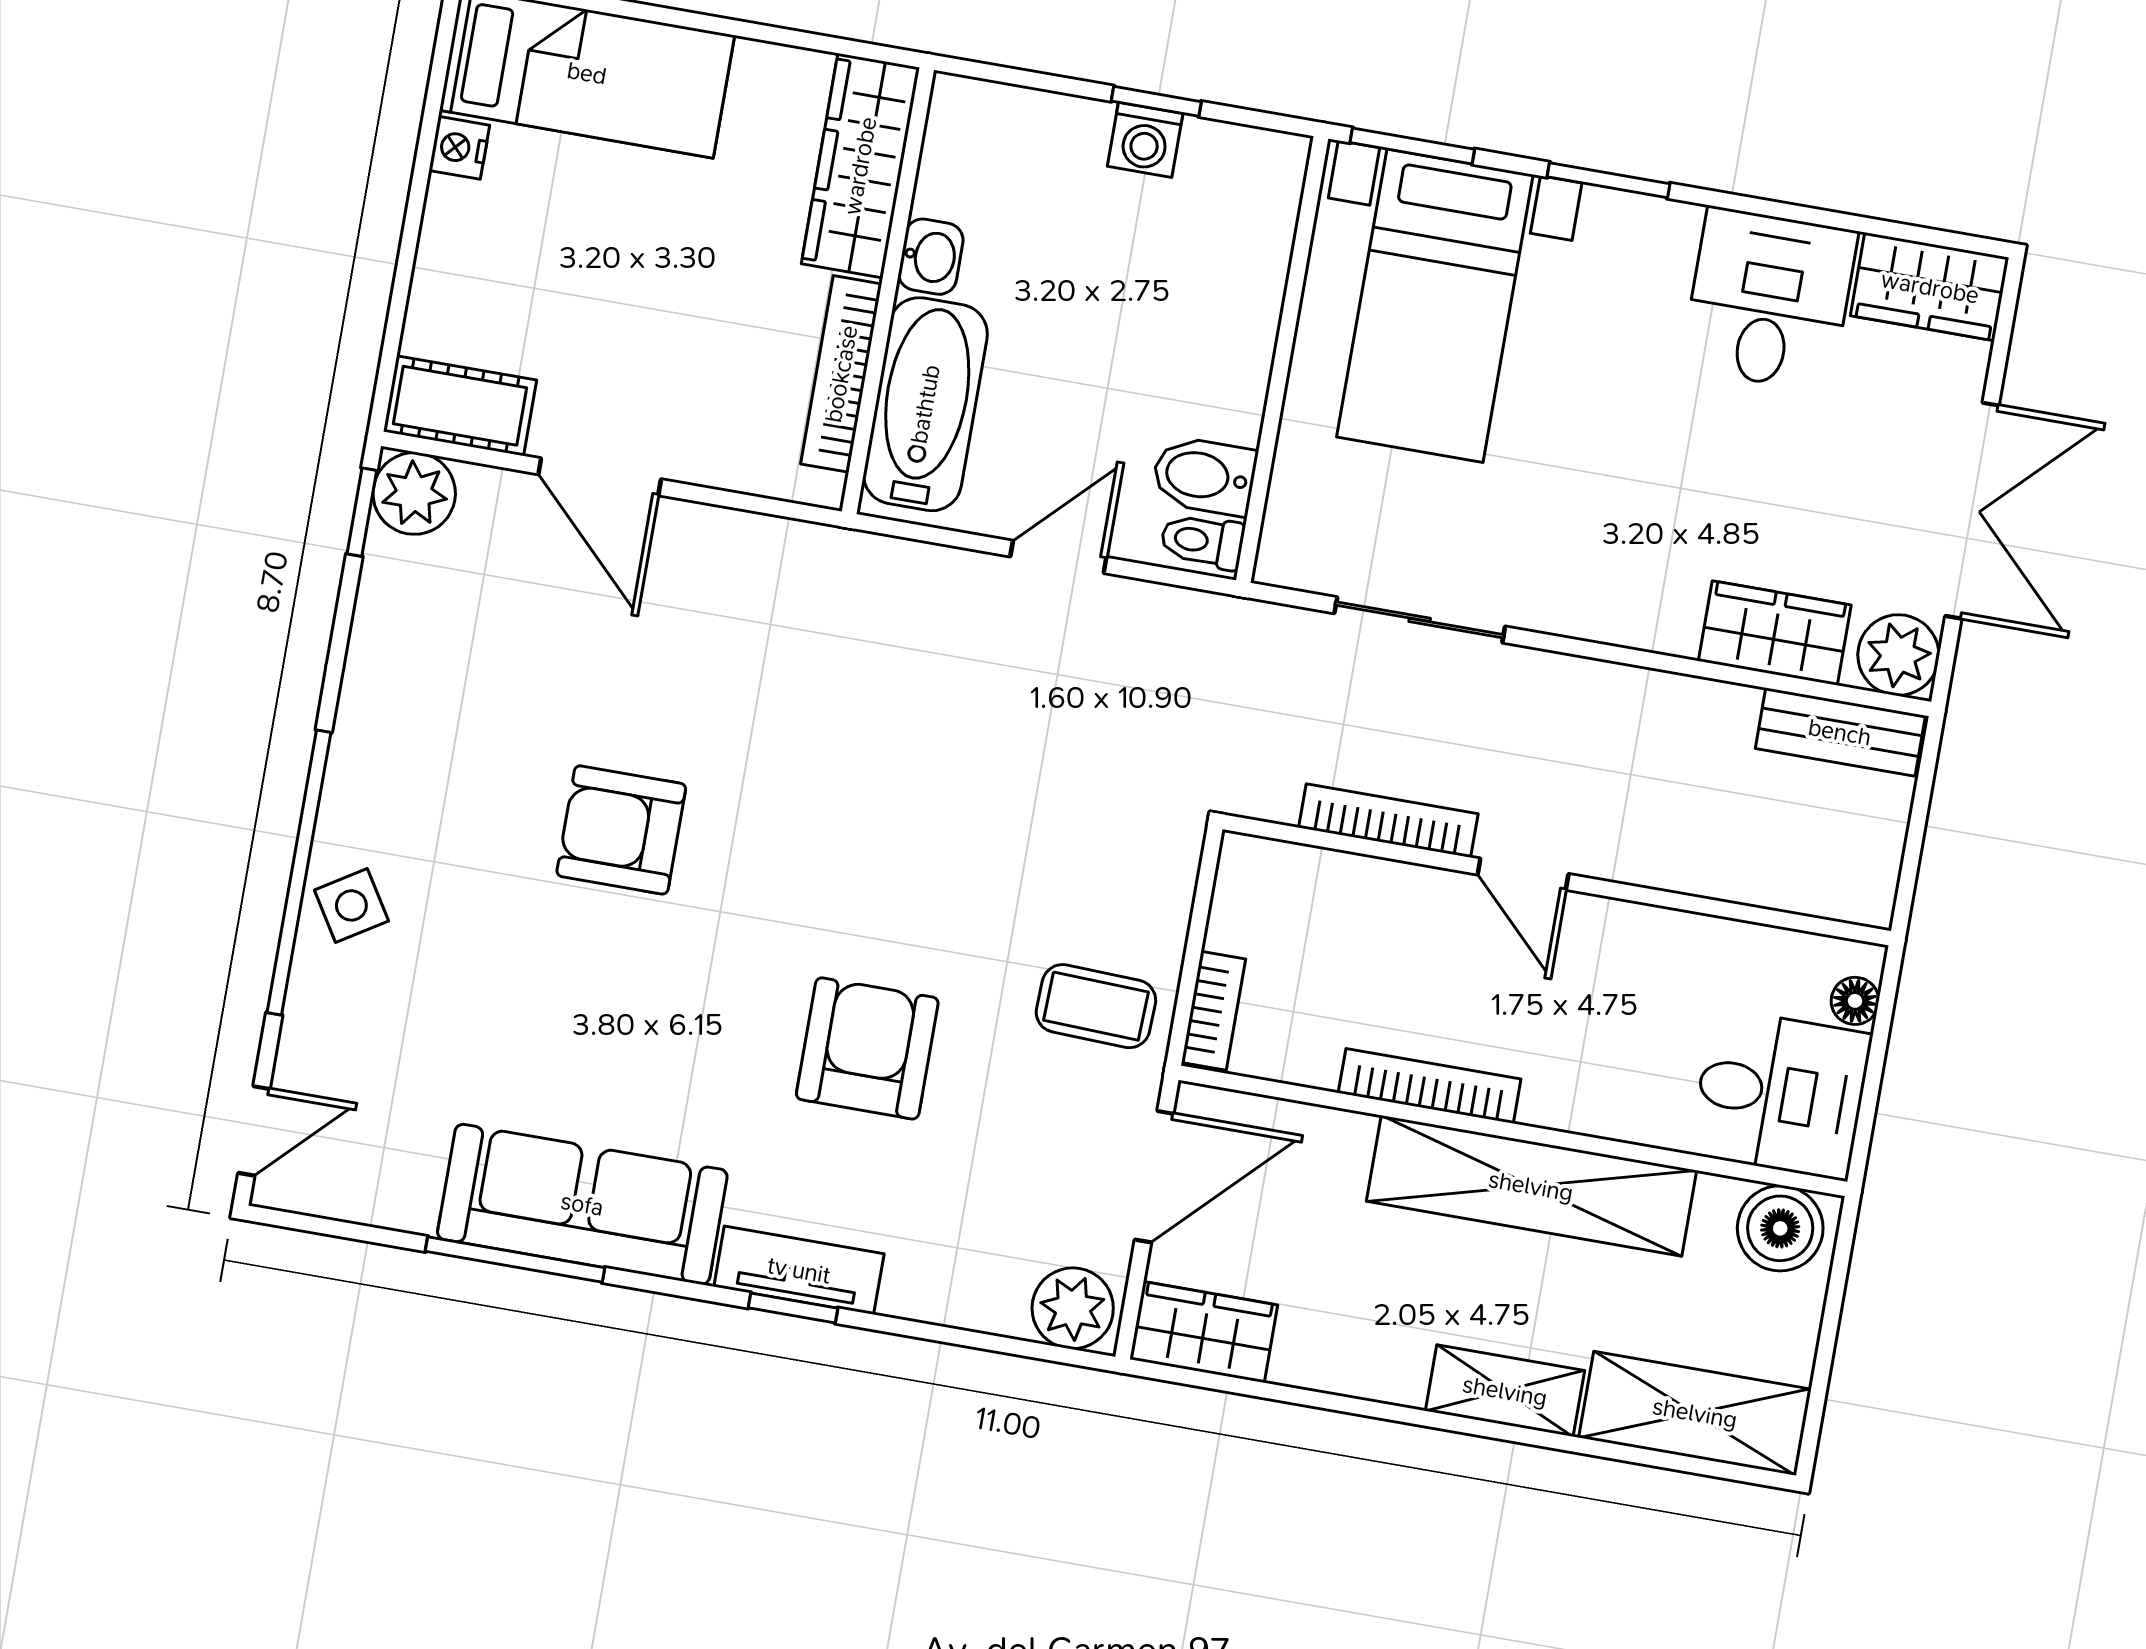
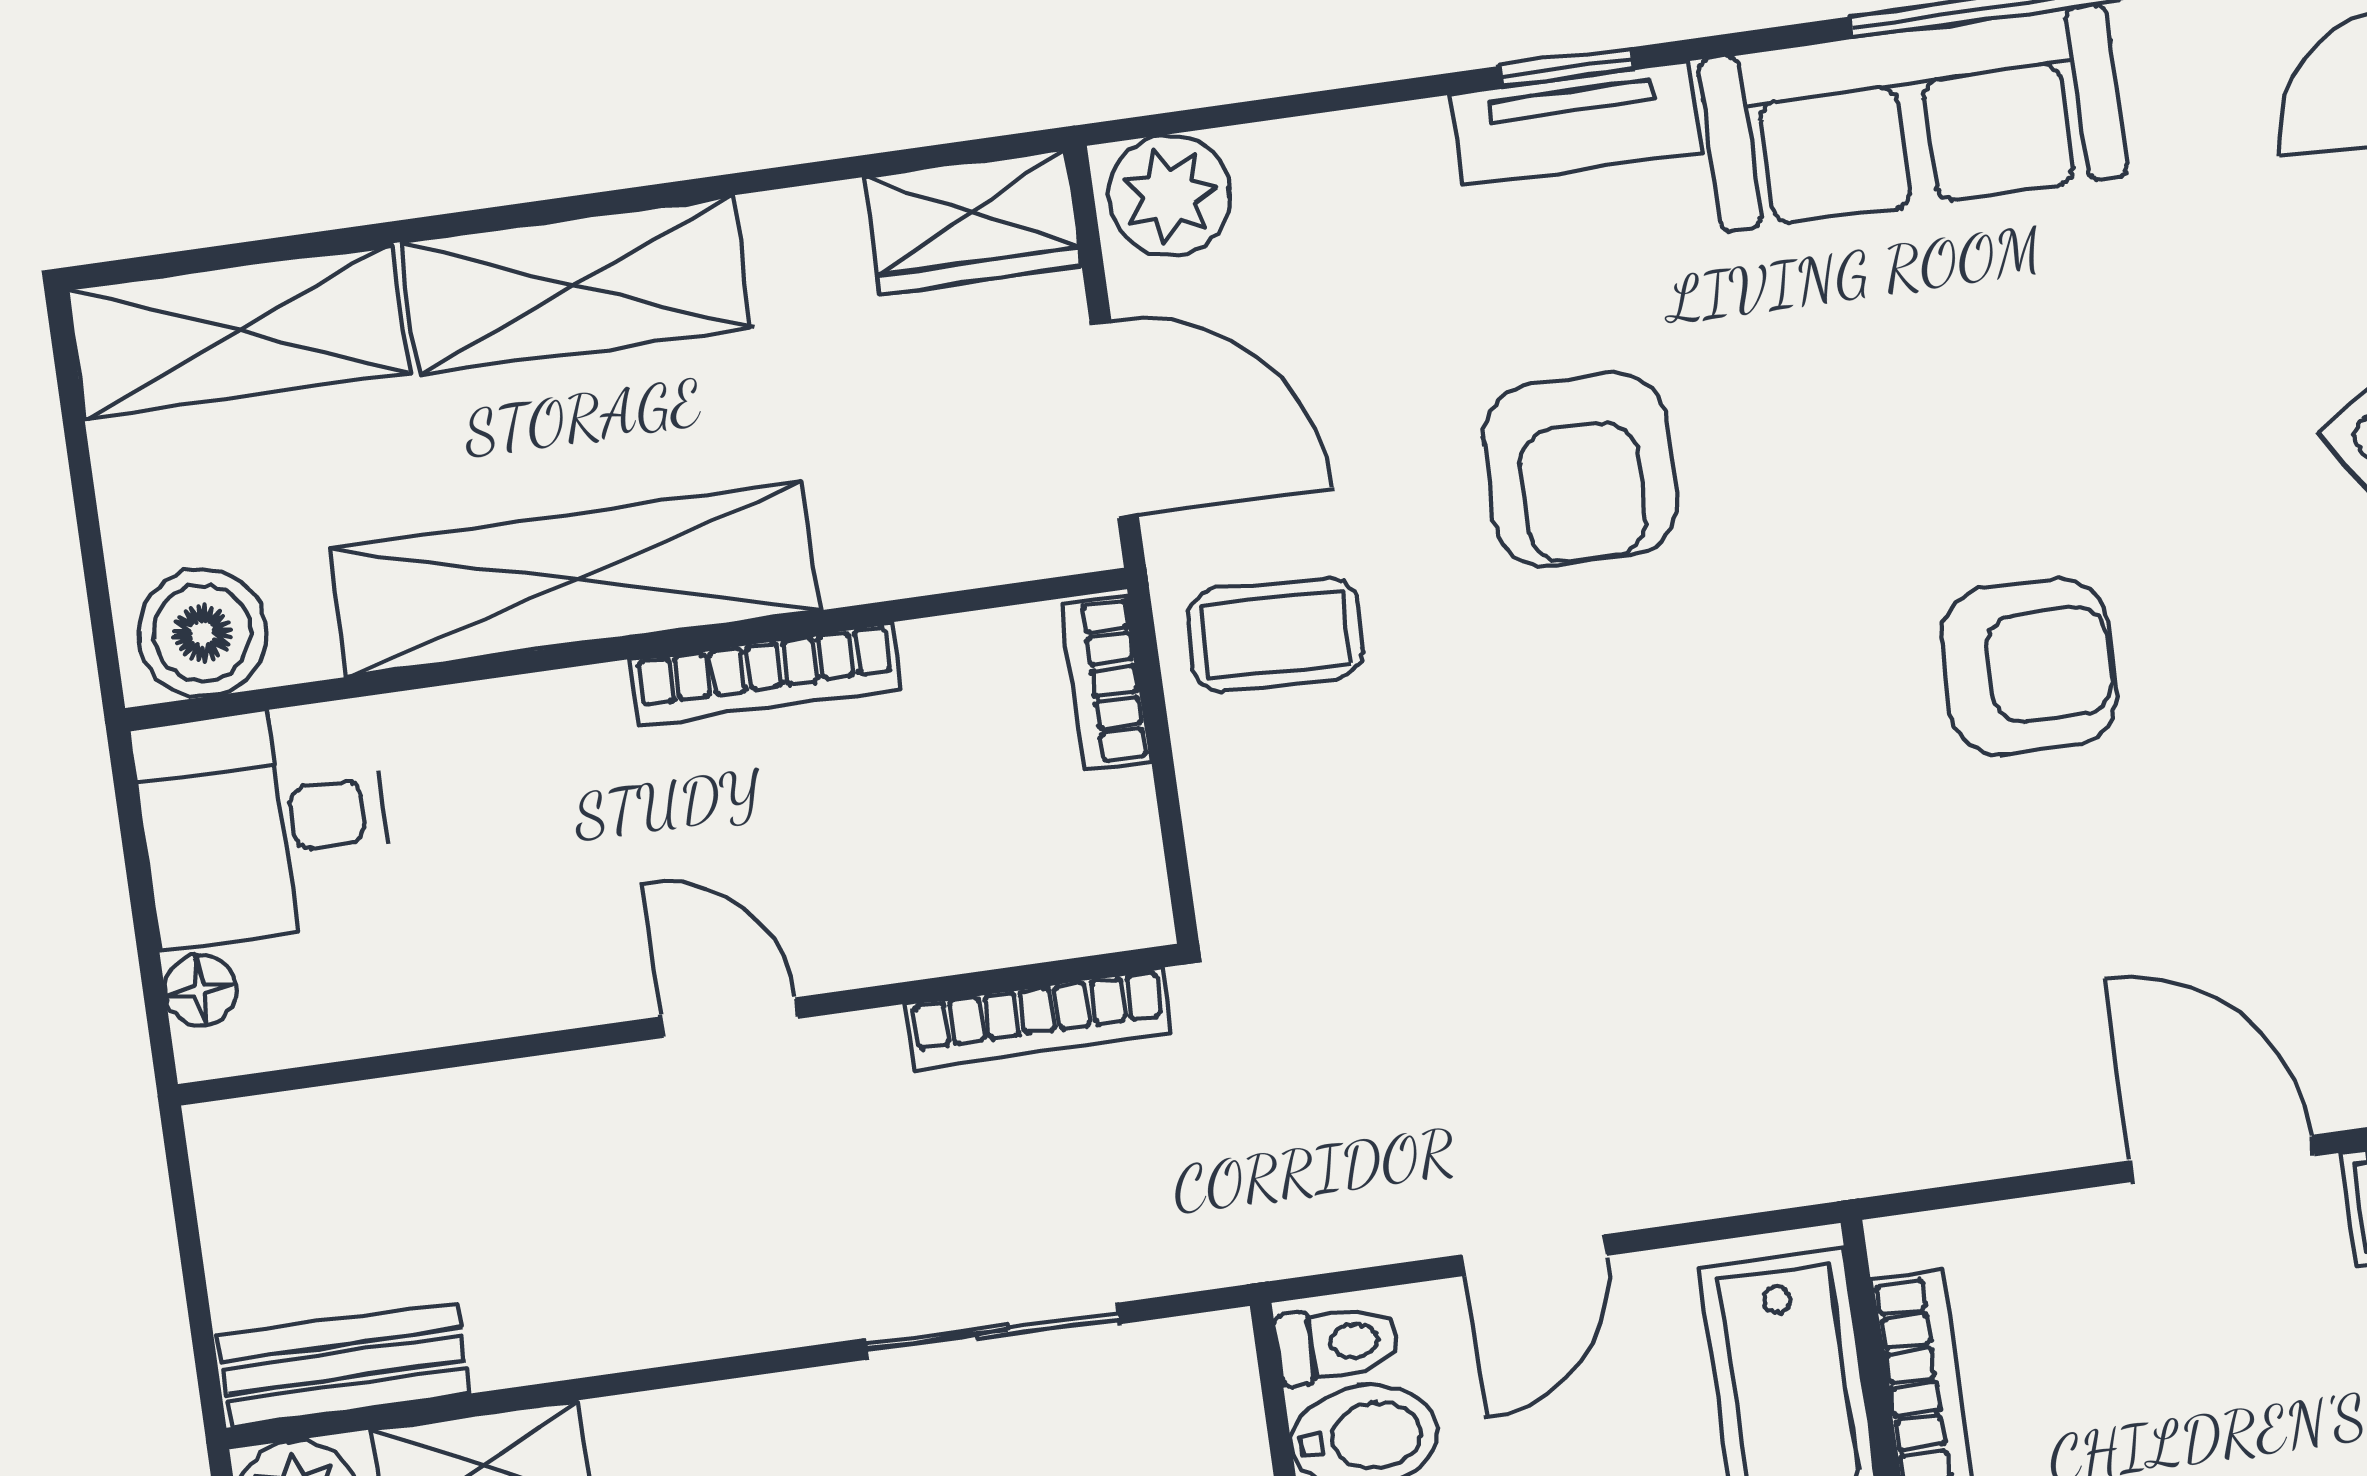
bookcase: (1388, 821) -> (1038, 1019), moved
door: (1154, 1177) -> (1114, 419), swing flipped
shelving: (1505, 1391) -> (576, 285), width x1.50, depth x1.33

